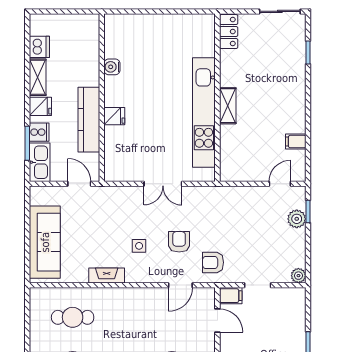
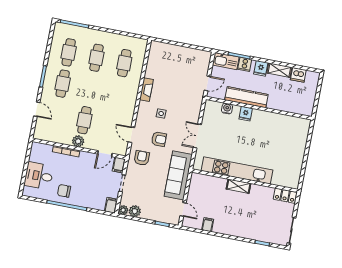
water cooler: (112, 67) -> (227, 109), moved
plant: (297, 219) -> (135, 211), moved
sofa: (45, 242) -> (178, 175), moved, turned 90
filing cabinet: (295, 296) -> (111, 205), added

